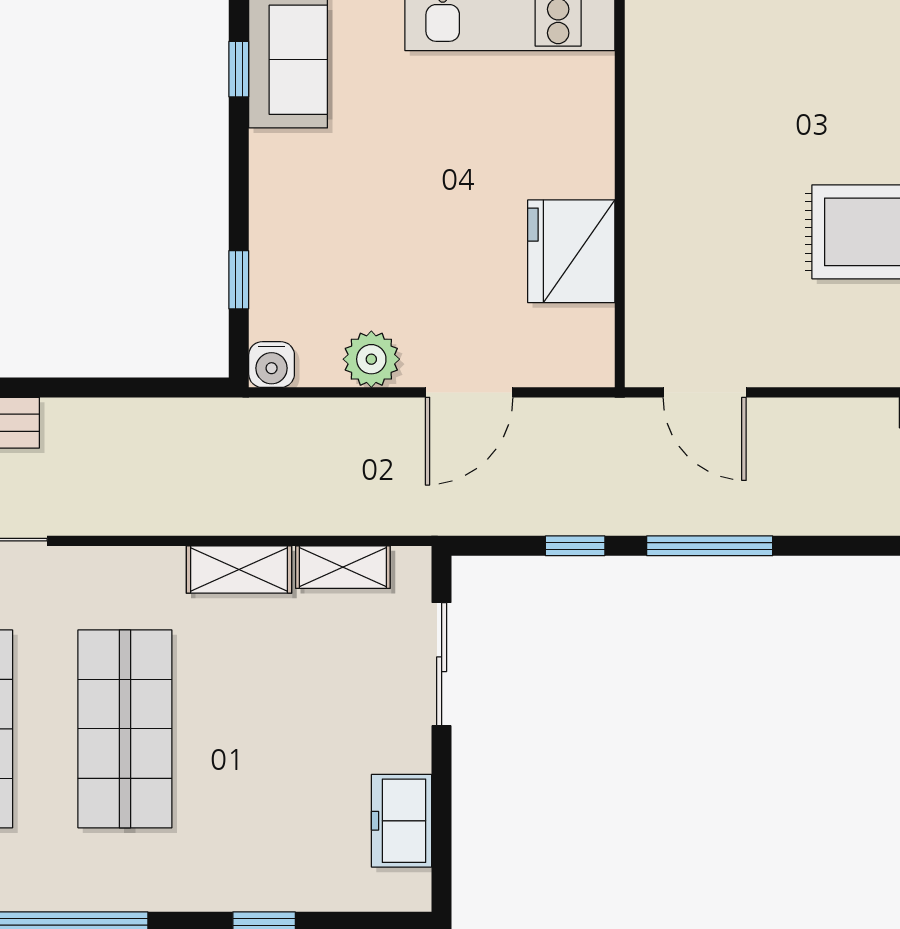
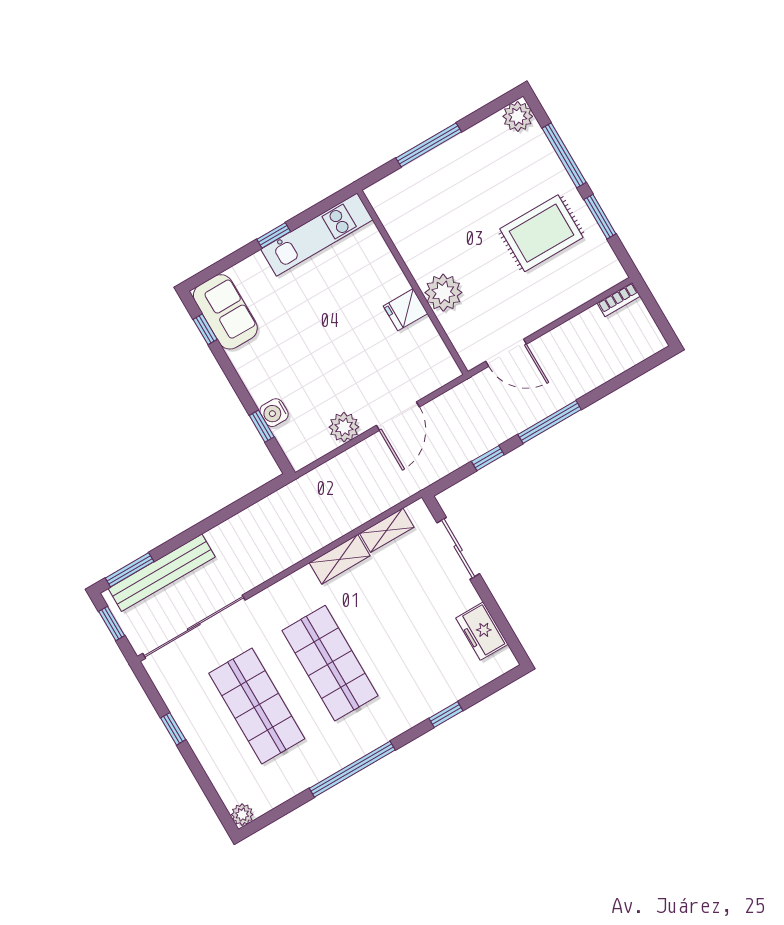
plant: (660, 235) -> (443, 293), added
fridge: (571, 251) -> (405, 310), width x0.53, depth x0.75
water cooler: (272, 365) -> (274, 413), moved, turned 90

